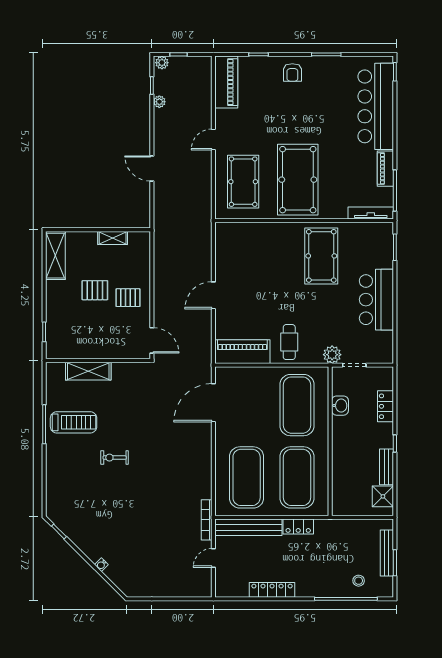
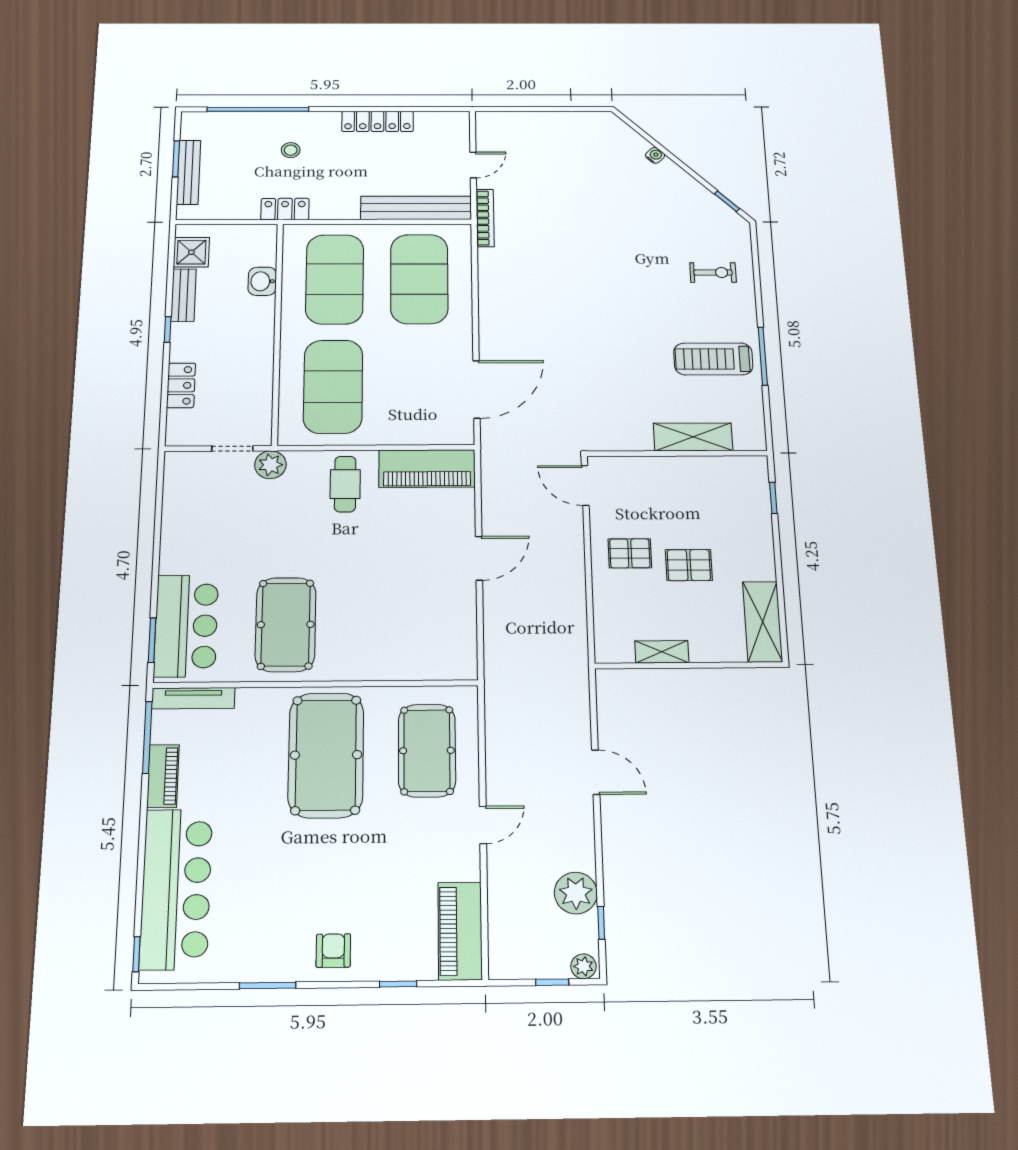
plant: (159, 102) -> (576, 893), width x1.87, depth x1.87
bar counter: (376, 300) -> (186, 626), moved
washbasin: (340, 406) -> (262, 281), moved
exercise bike: (115, 458) -> (713, 272), moved
locker: (298, 527) -> (285, 209), moved
stool: (359, 581) -> (291, 150), moved

